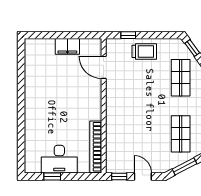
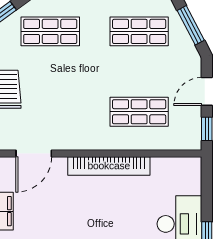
shop shelf: (130, 134) -> (139, 112), added
bookcase: (96, 147) -> (109, 166), moved

